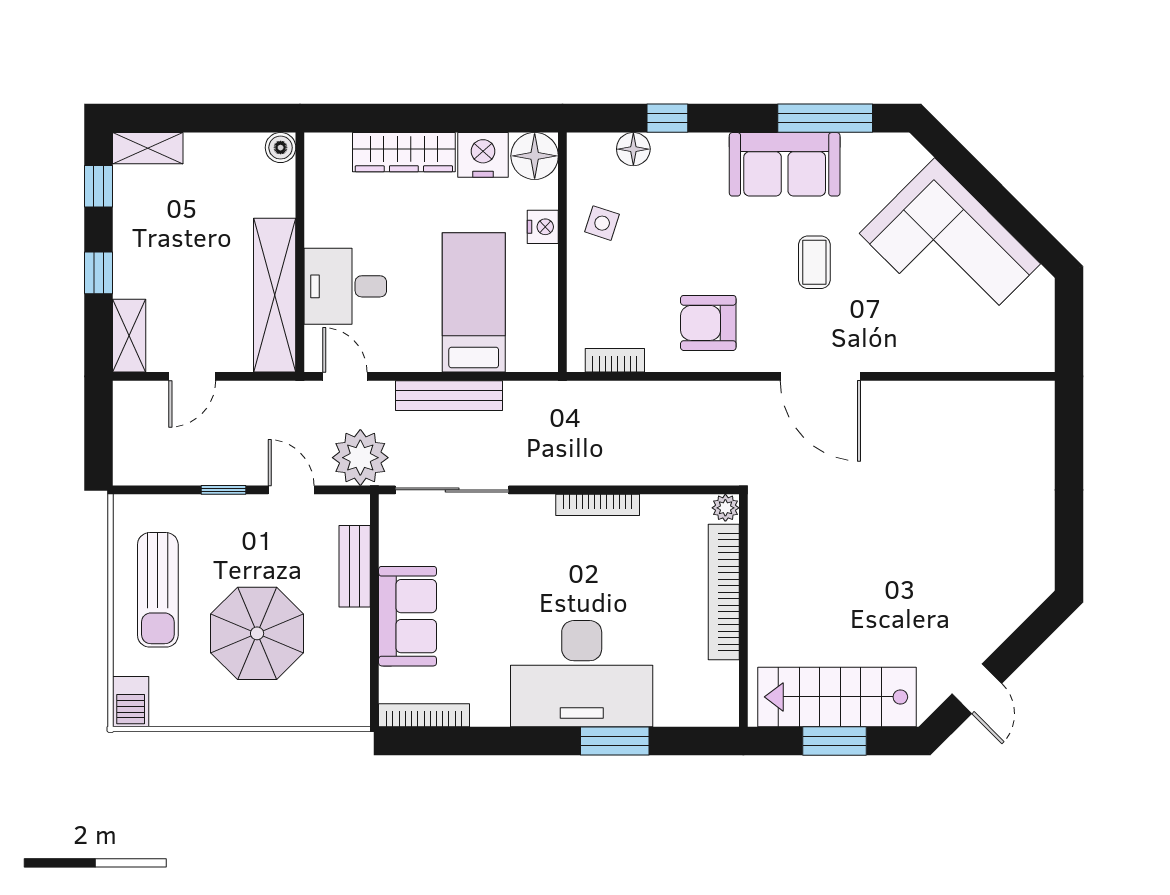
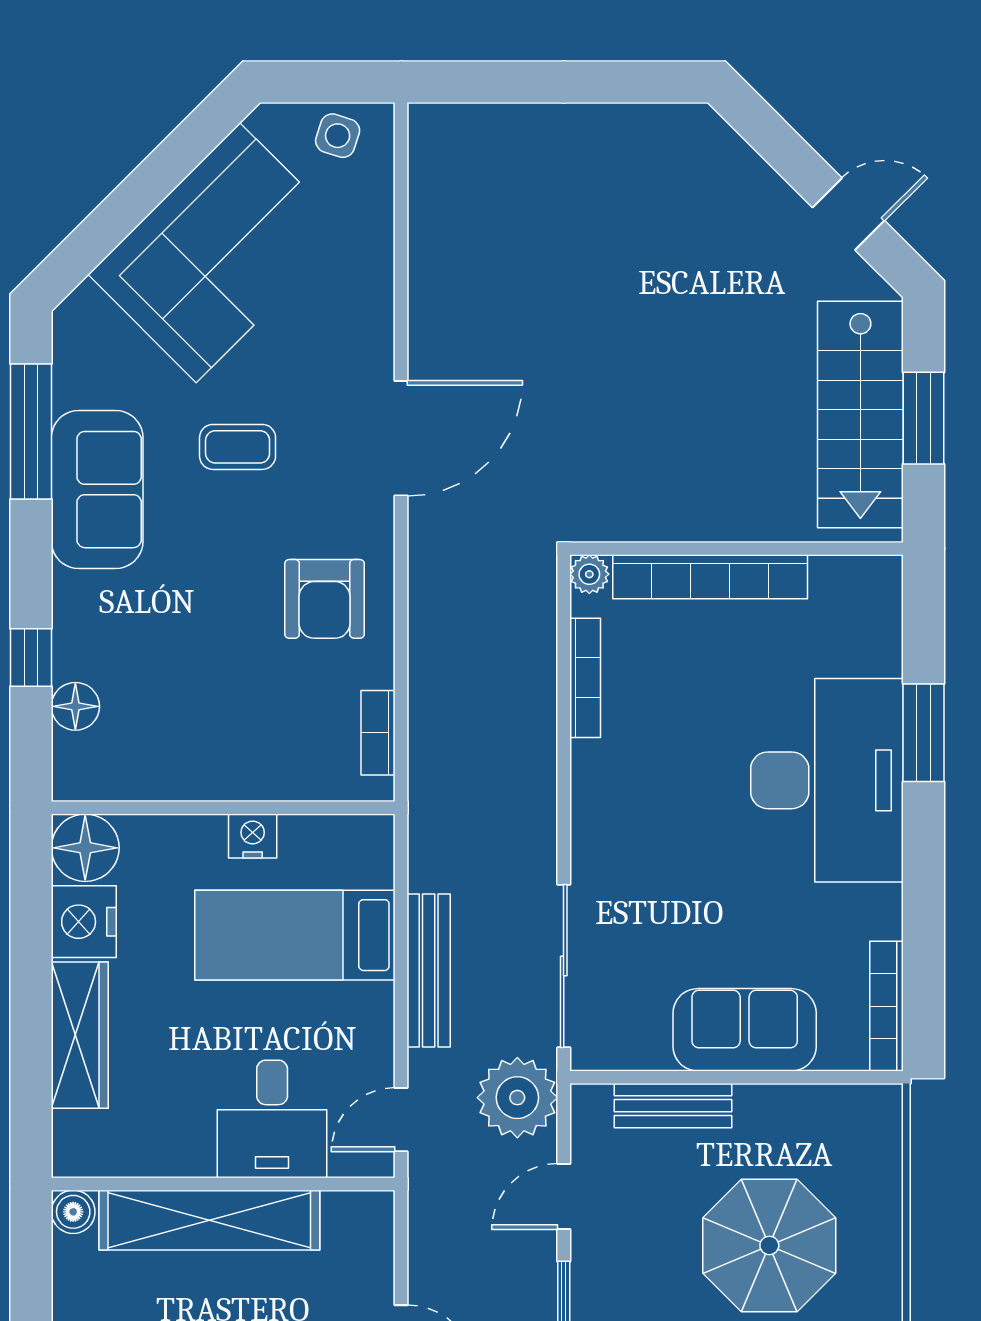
side table: (602, 223) -> (338, 136), moved
nightstand: (543, 227) -> (253, 836), moved
shelving: (275, 295) -> (209, 1220), moved
bookcase: (598, 505) -> (585, 678), moved

